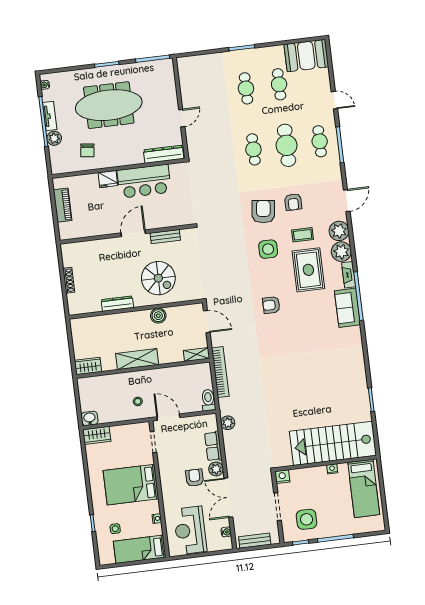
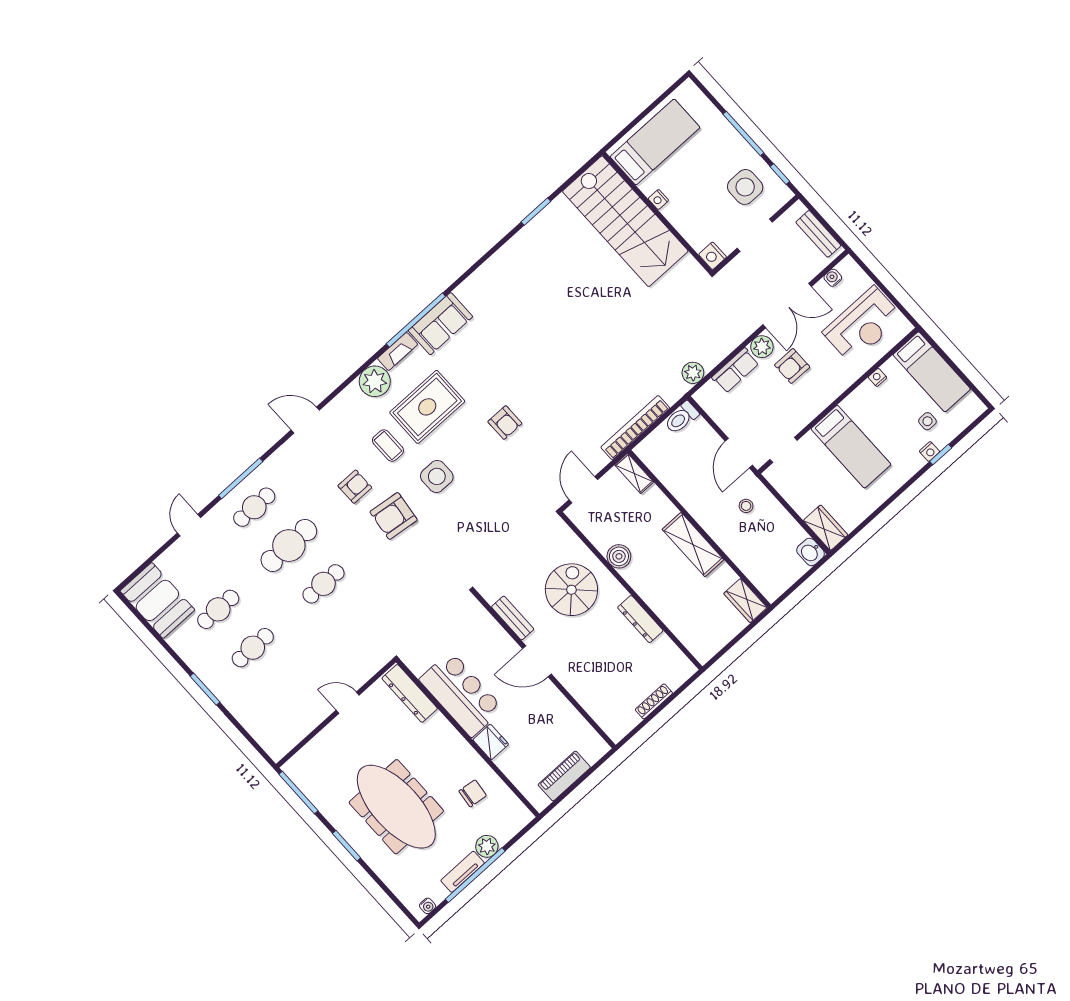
plant: (339, 231) -> (351, 403), removed
bed: (131, 485) -> (851, 447), width x0.67
nightstand: (98, 519) -> (930, 452), added

